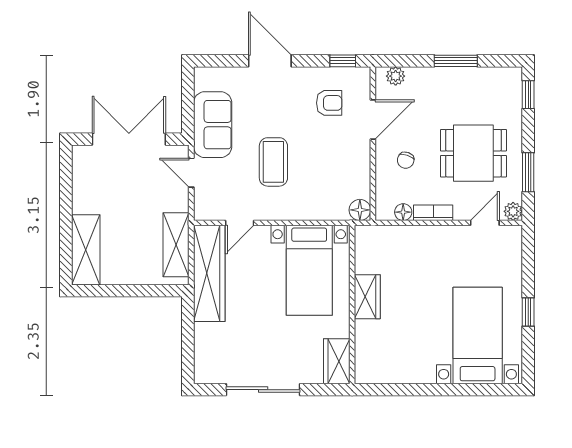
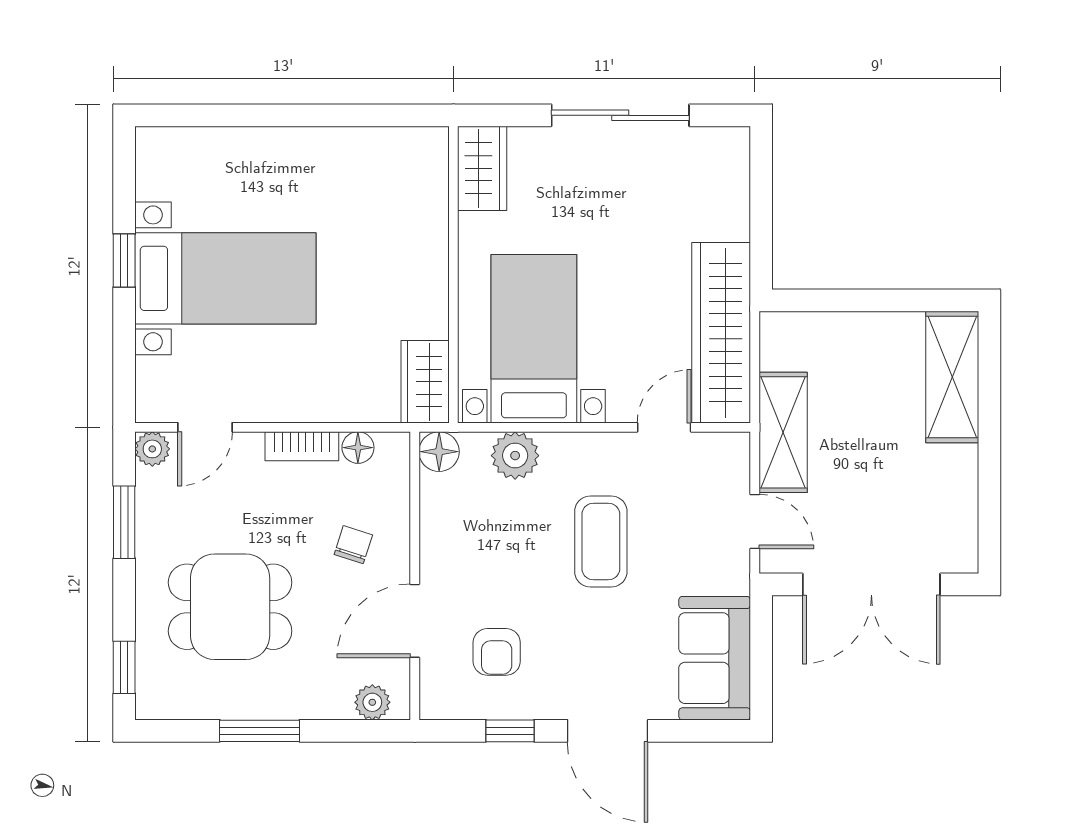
window: (343, 61) -> (510, 731), moved
armchair: (329, 103) -> (497, 652), turned -90
sofa: (213, 125) -> (715, 658), moved
dining table: (473, 153) -> (230, 607), moved
plant: (319, 208) -> (515, 456), added
shelving: (176, 245) -> (783, 432), moved
wardrobe: (367, 297) -> (425, 382), moved
bed with nightstands: (478, 336) -> (225, 278), moved, turned -90

